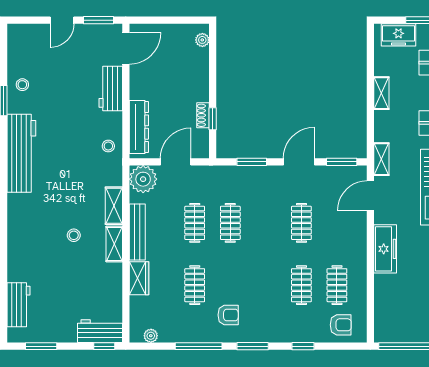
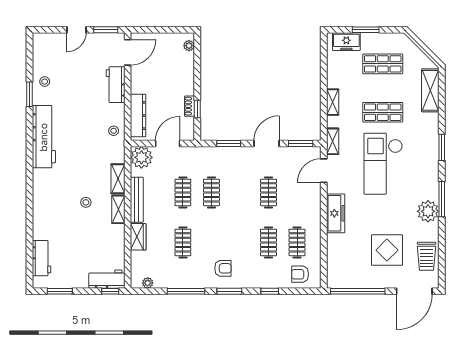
shelving: (381, 93) -> (333, 102), moved
armchair: (228, 315) -> (223, 268), moved
armchair: (341, 325) -> (300, 274), turned 180

